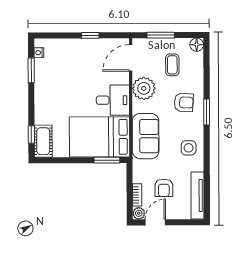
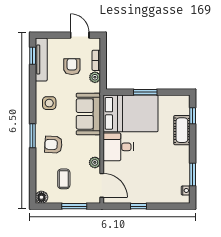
door: (131, 58) -> (102, 185), hinge flipped
plant: (144, 88) -> (95, 162), width x0.53, depth x0.53
cot: (43, 141) -> (182, 130), moved
window: (107, 160) -> (145, 92), moved
window: (207, 200) -> (33, 56), added
plant: (139, 213) -> (95, 77), moved
door: (155, 222) -> (80, 35), swing flipped

